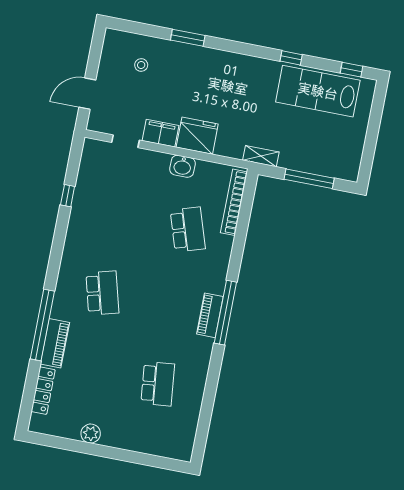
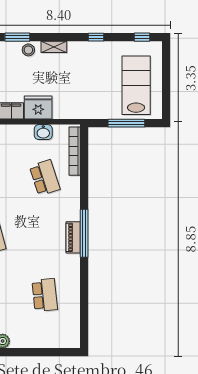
stool: (199, 57) -> (28, 50), added
lab bench: (318, 91) -> (136, 85), moved, turned 90
shelving: (261, 156) -> (54, 47), moved
washbasin: (182, 166) -> (43, 132), moved

